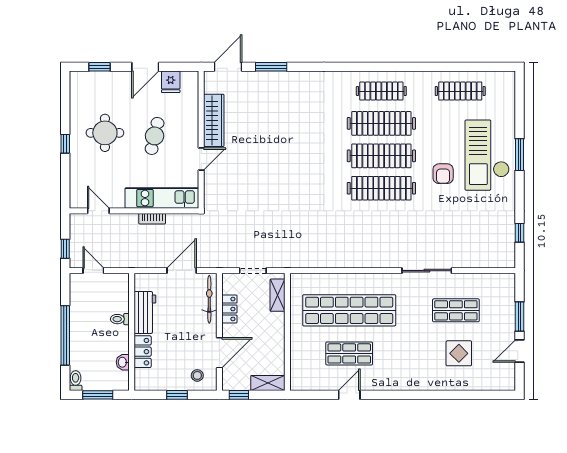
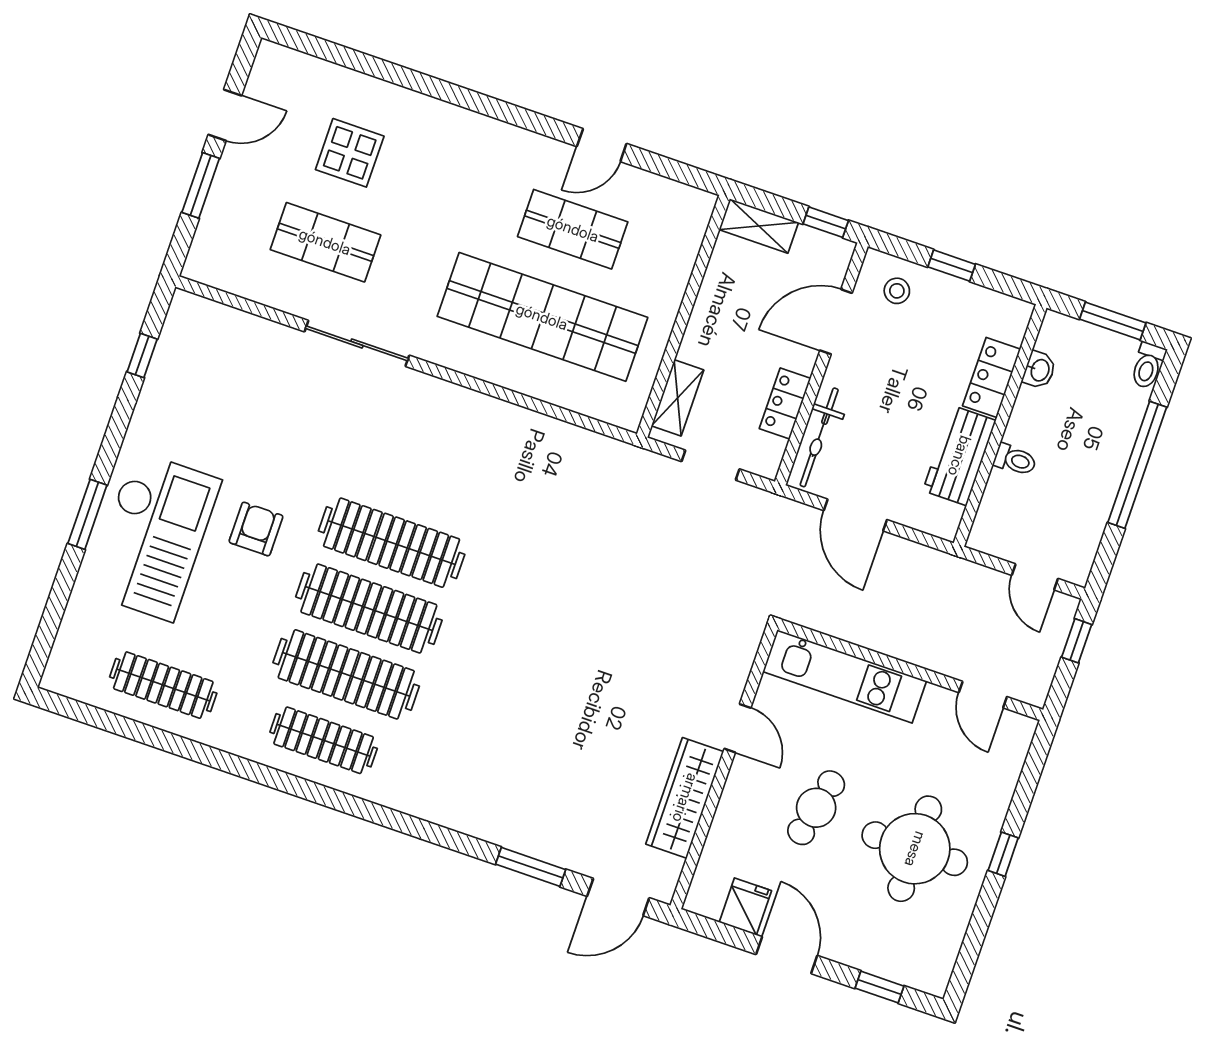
door: (145, 67) -> (787, 955), hinge flipped
round table: (105, 133) -> (915, 849), width x1.36, depth x1.36
door: (201, 159) -> (737, 728), swing flipped
bookcase: (152, 219) -> (879, 641), removed
door: (182, 271) -> (855, 515), hinge flipped

